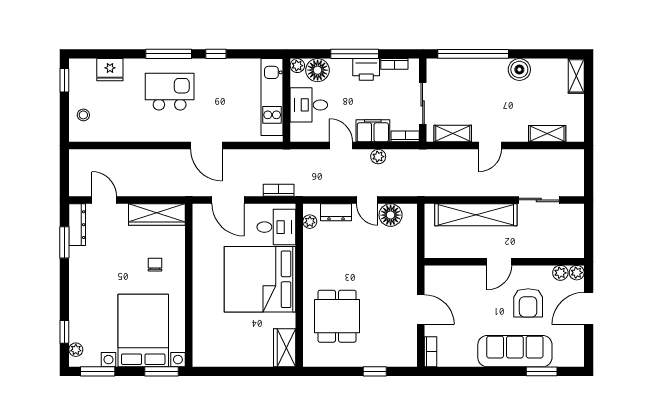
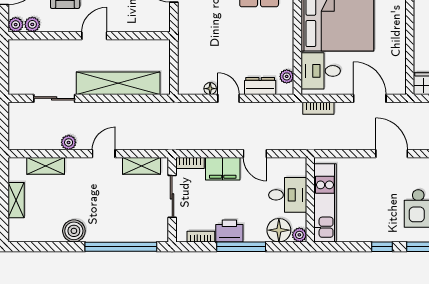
shelving: (576, 76) -> (16, 200), moved
plant: (378, 157) -> (69, 142), moved
floor lamp: (391, 215) -> (210, 89), width x0.53, depth x0.53

